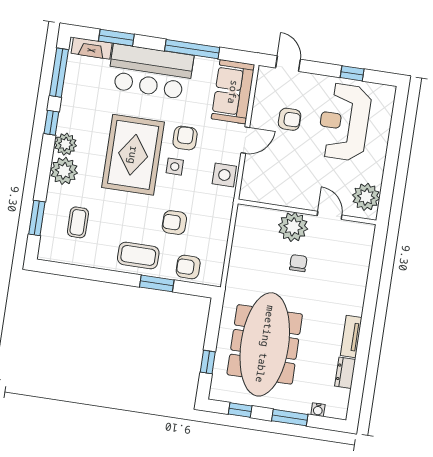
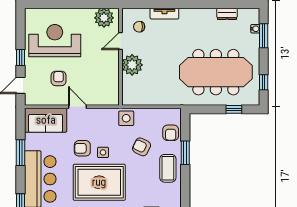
window: (192, 49) -> (20, 153), width x0.69
window: (352, 73) -> (20, 58), moved
reception desk: (344, 122) -> (55, 41), turned 180
side table: (224, 175) -> (126, 118), moved
armchair: (174, 223) -> (142, 147), turned 116
chair: (298, 263) -> (139, 27), moved
tv unit: (351, 336) -> (164, 14), moved
window: (290, 418) -> (264, 36), moved

